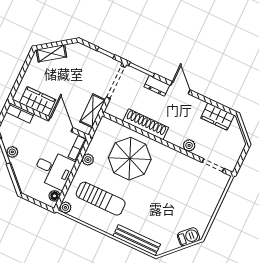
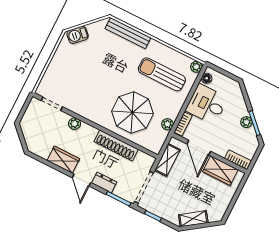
shelving: (51, 53) -> (193, 219), moved
wardrobe: (218, 117) -> (63, 160), moved
plant: (88, 160) -> (167, 124), moved

